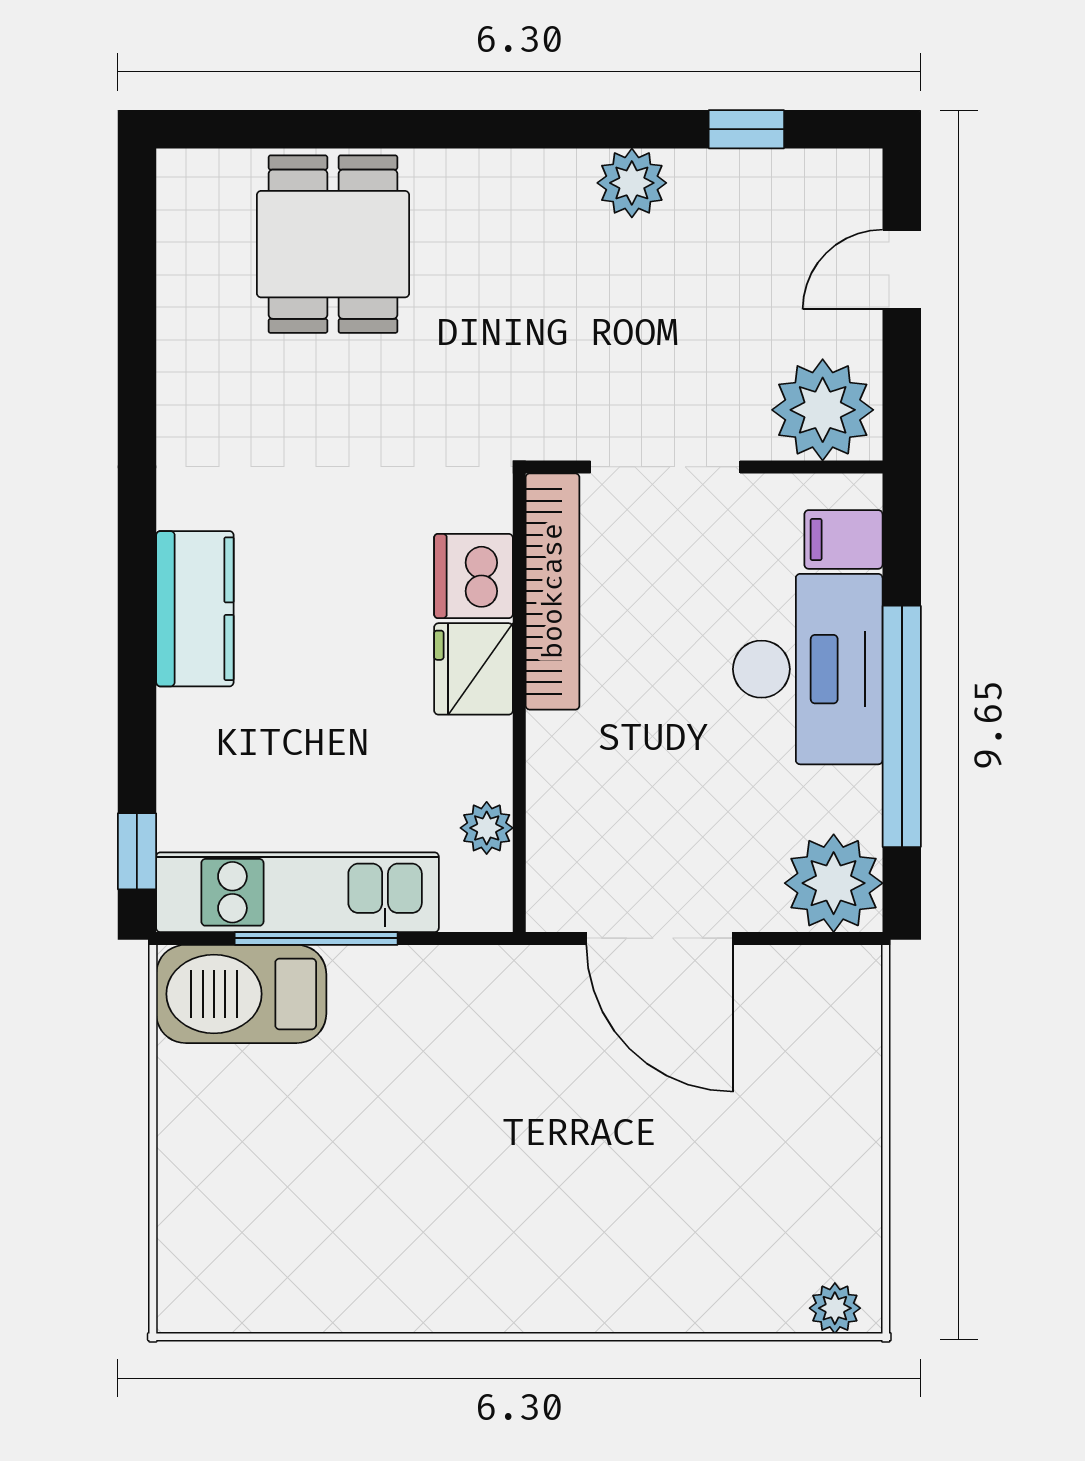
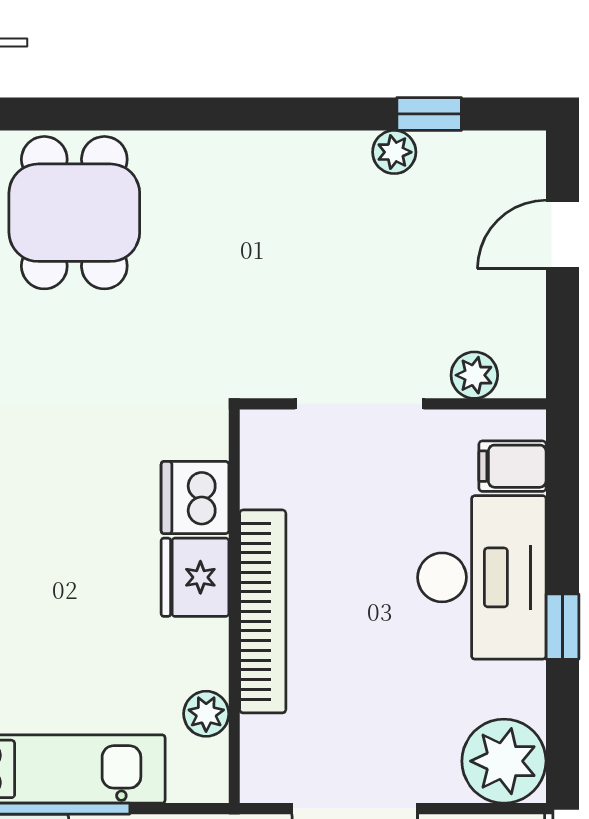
plant: (632, 183) -> (394, 152), moved, width x0.73, depth x0.73
plant: (823, 410) -> (474, 375), width x0.53, depth x0.53
bookcase: (553, 591) -> (263, 611), moved
window: (902, 726) -> (562, 627), width x0.32

